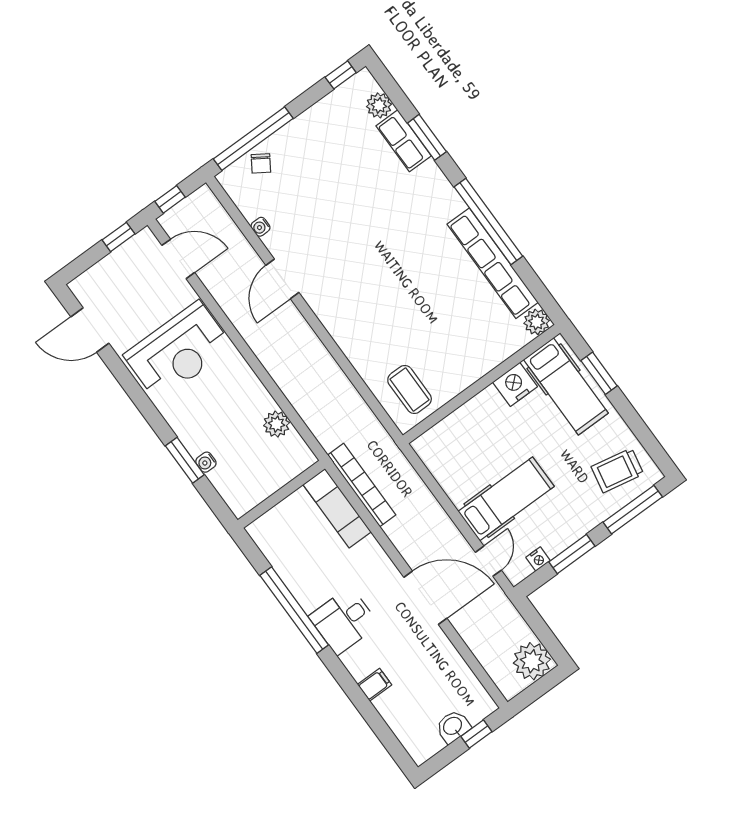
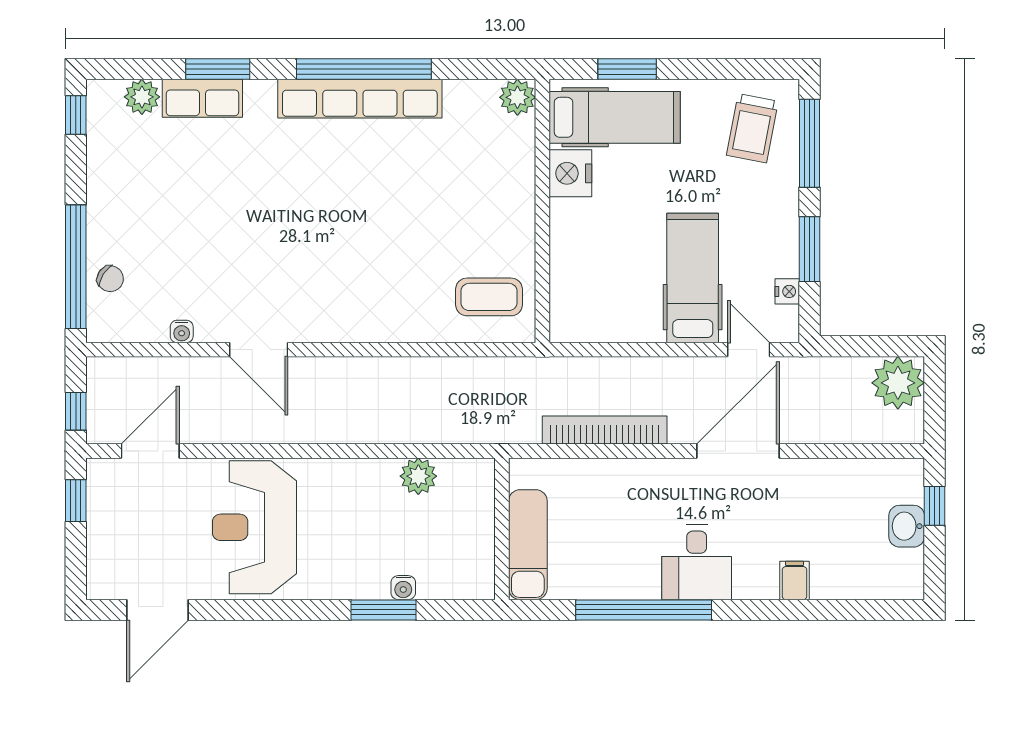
row of seats: (493, 263) -> (360, 99), moved
reception desk: (178, 351) -> (254, 527), turned 180
bookcase: (362, 485) -> (605, 430), moved
exam couch: (337, 508) -> (528, 545), moved, turned -90

